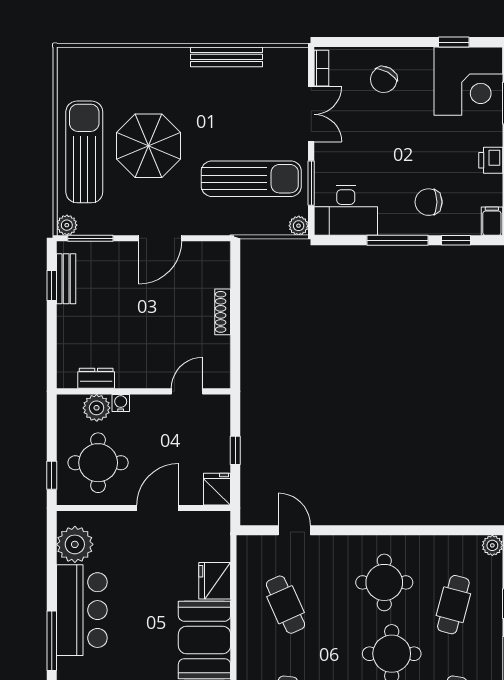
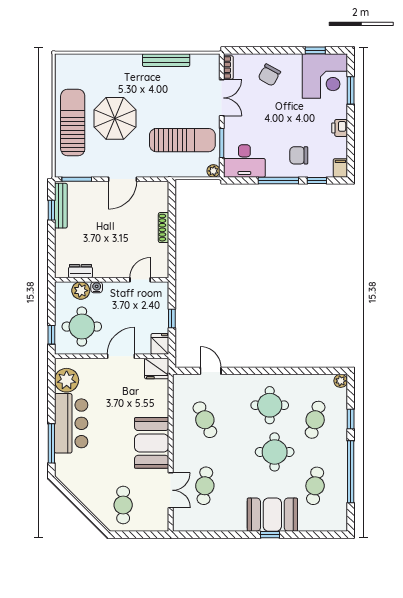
plant: (67, 225) -> (61, 171), removed
bench: (66, 279) -> (61, 206), width x1.36
fridge: (215, 581) -> (157, 369), moved, turned -90

